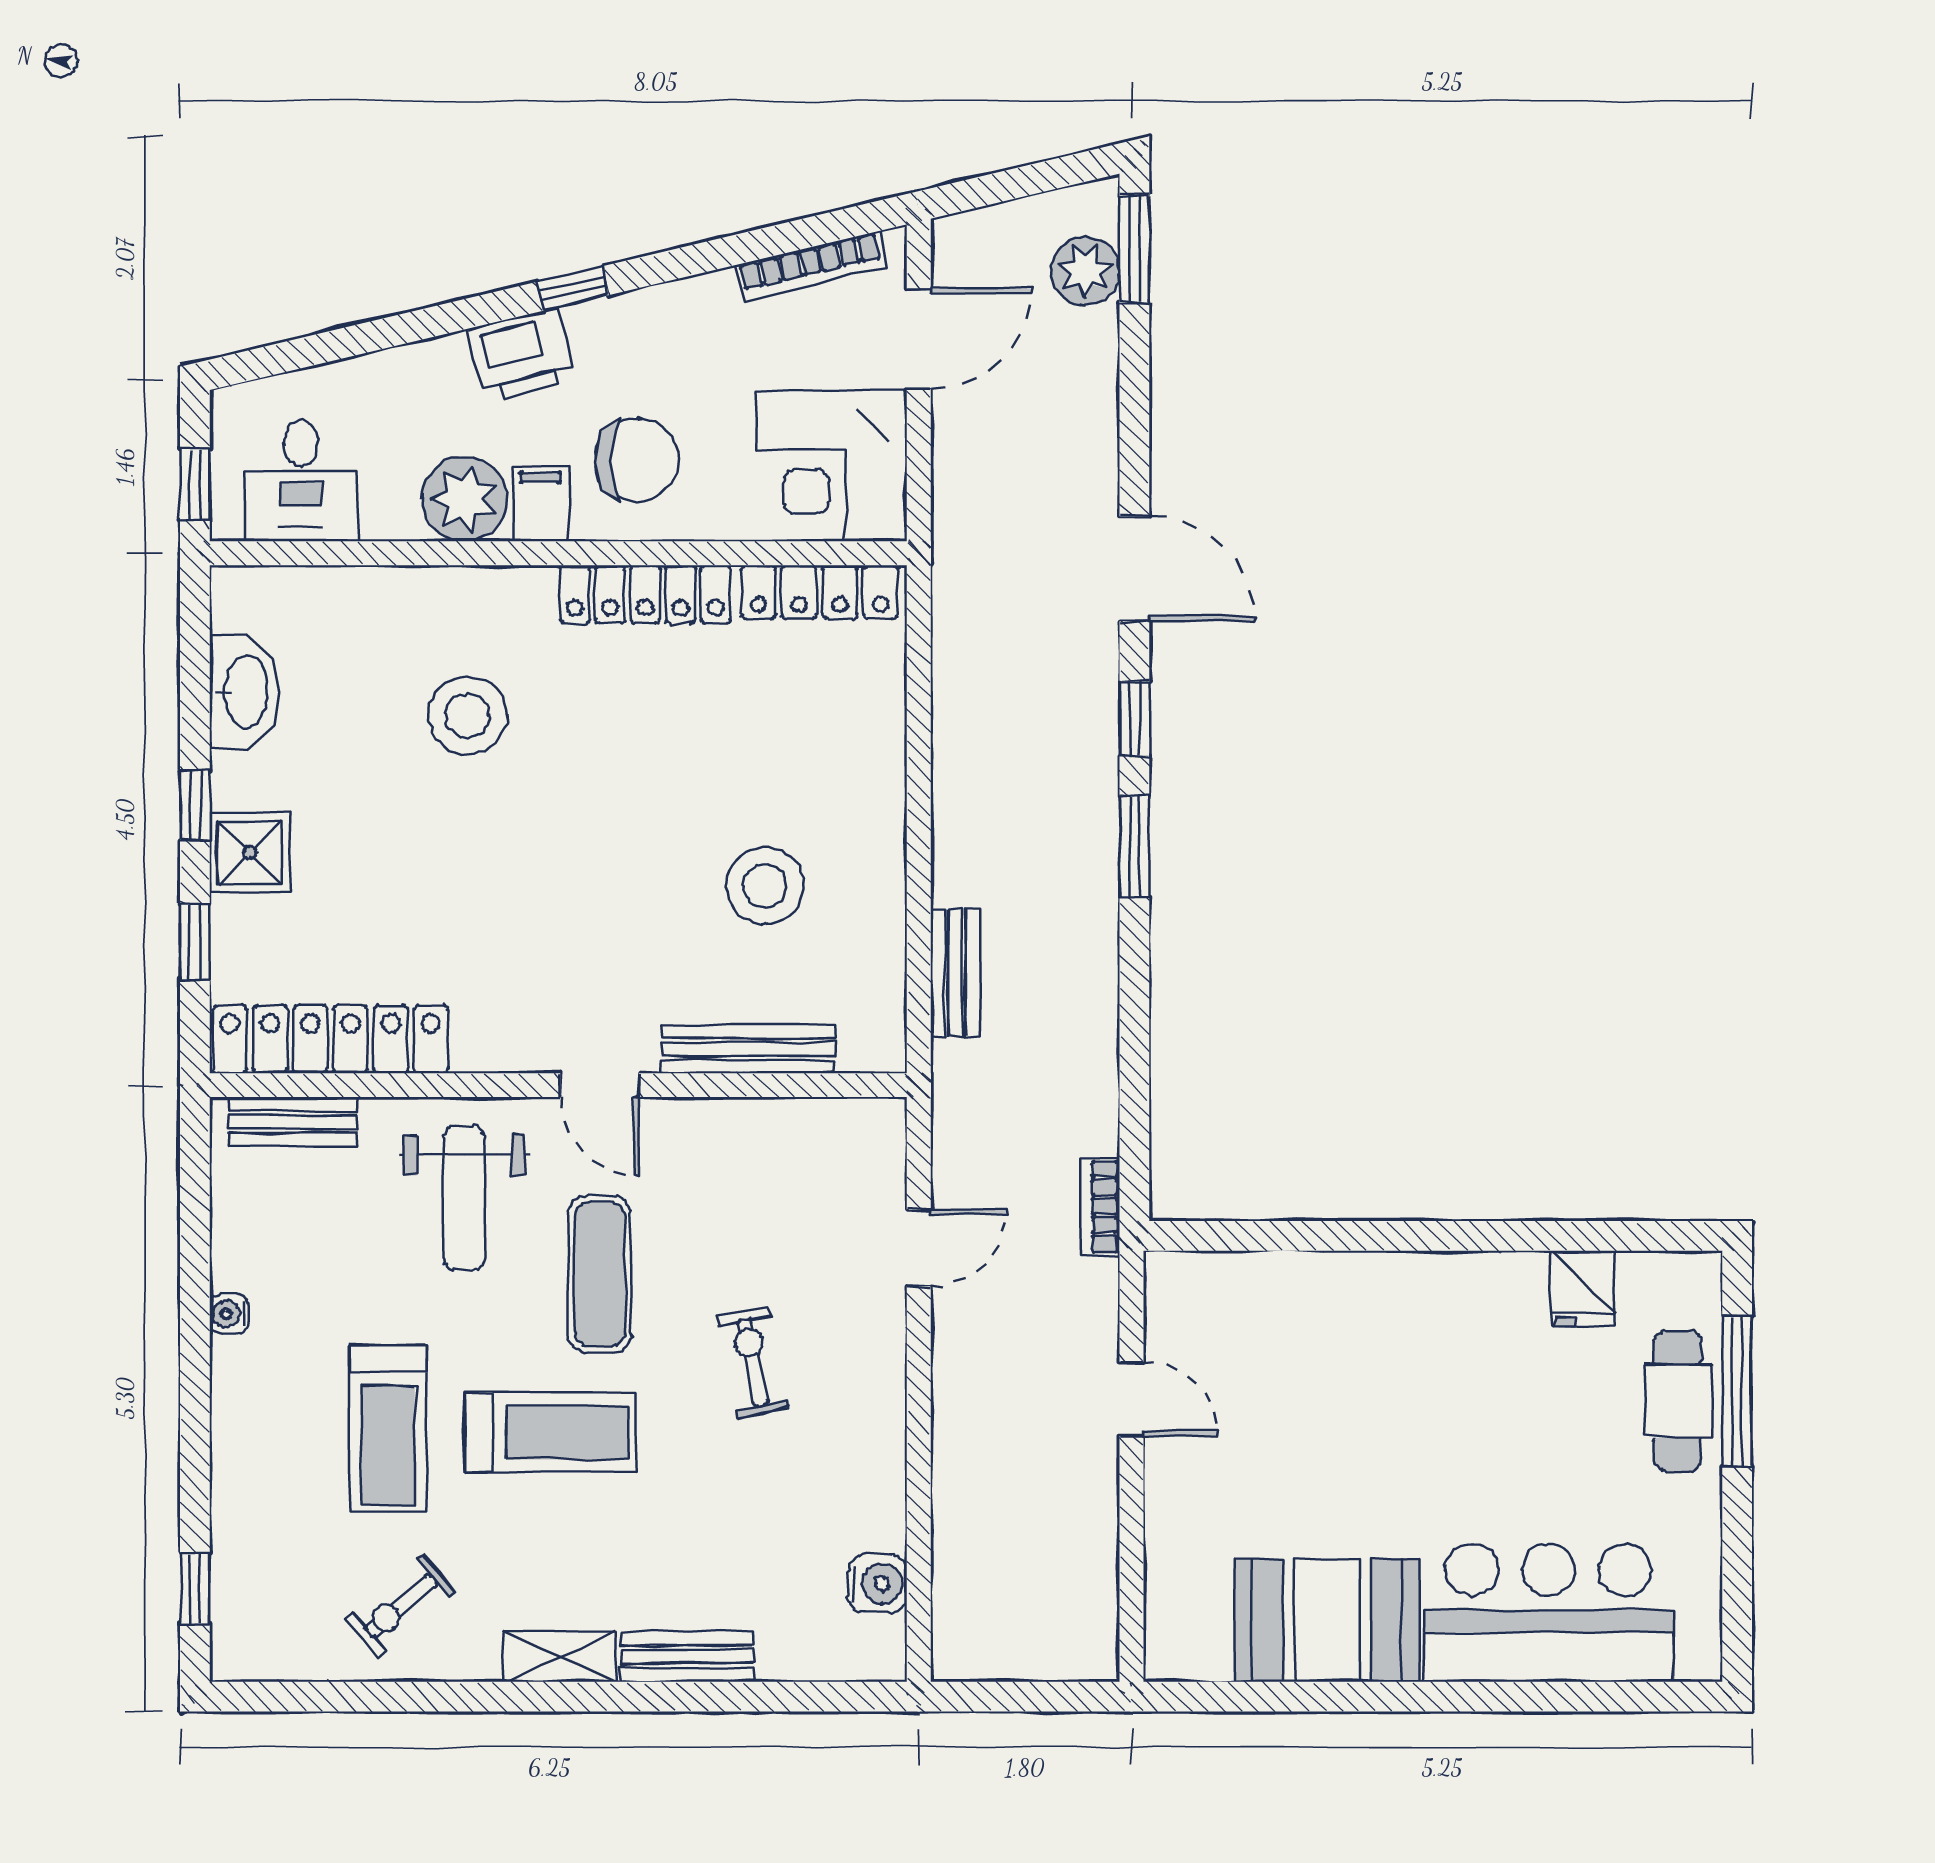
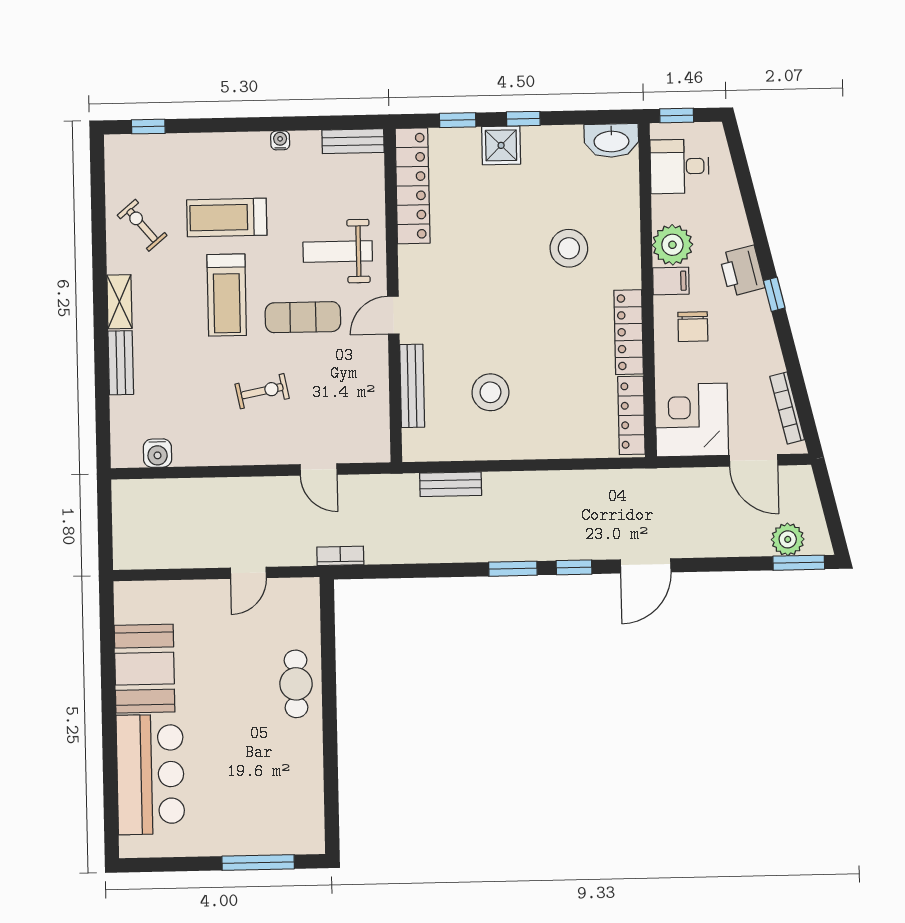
chair: (637, 460) -> (693, 327), width x0.73, depth x0.73
washbasin: (244, 692) -> (611, 141), moved
bench: (292, 1122) -> (353, 141), moved, turned 90
fridge: (1582, 1289) -> (306, 787), removed
cafe table: (1678, 1401) -> (296, 684), moved, turned 90

